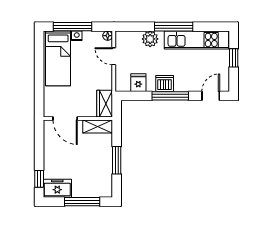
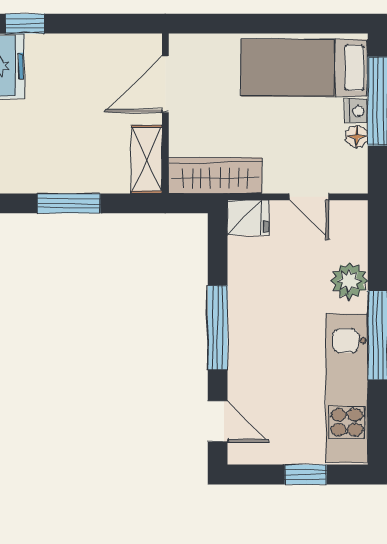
floor lamp: (108, 36) -> (357, 136), moved
door: (114, 56) -> (309, 197), swing flipped
fridge: (138, 83) -> (248, 217), moved
dishwasher: (165, 83) -> (246, 314), removed
wardrobe: (105, 104) -> (215, 175), width x1.50

